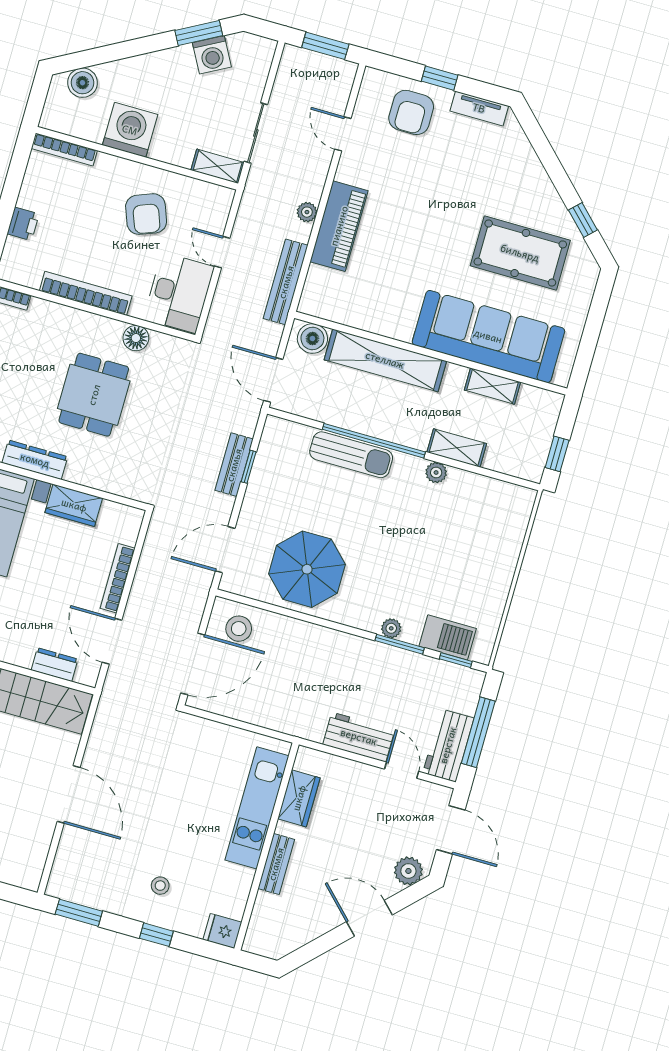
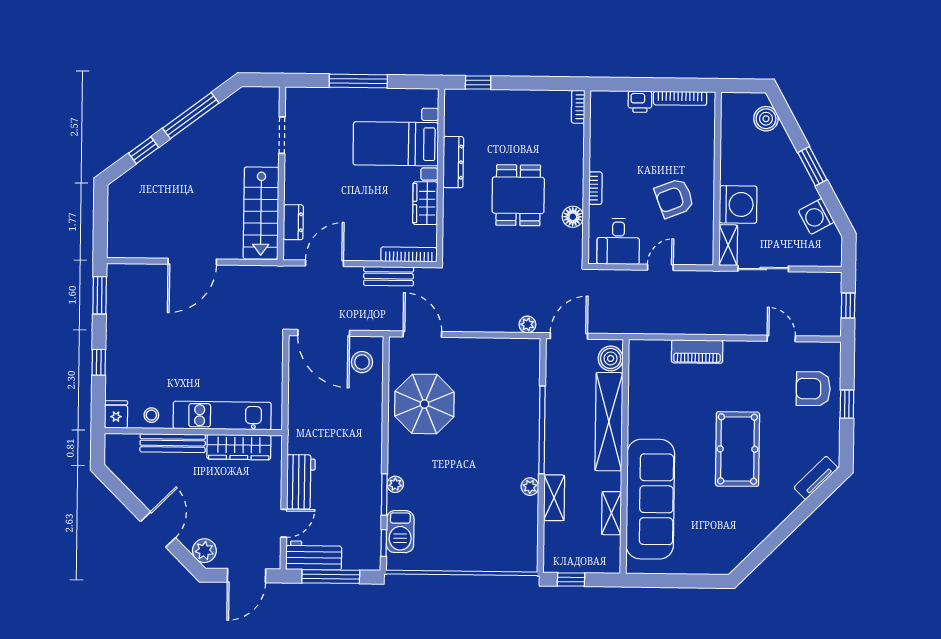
window: (199, 33) -> (812, 166), moved
window: (325, 46) -> (848, 305), width x0.67
tv unit: (479, 108) -> (816, 478), moved, turned 45
washing machine: (130, 130) -> (738, 204), moved
door: (343, 134) -> (781, 339), hinge flipped
bookcase: (64, 149) -> (680, 98), moved, turned -90
plant: (307, 212) -> (527, 324), moved
window: (583, 220) -> (764, 550), removed
piano: (339, 226) -> (697, 352), width x0.73, depth x0.75
pool table: (520, 253) -> (738, 449), moved
bench: (286, 282) -> (650, 325), removed
bookcase: (86, 293) -> (595, 188), width x0.43, depth x0.76
desk: (179, 293) -> (618, 241), width x0.73
dining table: (94, 395) -> (518, 195), turned 90
sun lounger: (351, 455) -> (526, 415), removed
bench: (234, 465) -> (389, 276), moved
window: (249, 467) -> (494, 335), removed
bookcase: (118, 578) -> (409, 254), moved
wardrobe: (299, 798) -> (239, 447), width x1.50
bench: (276, 864) -> (173, 443), width x1.36
stool: (160, 886) -> (151, 415), moved

